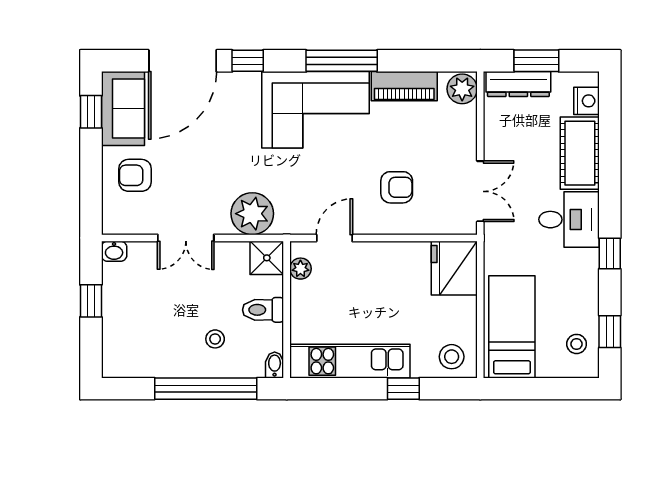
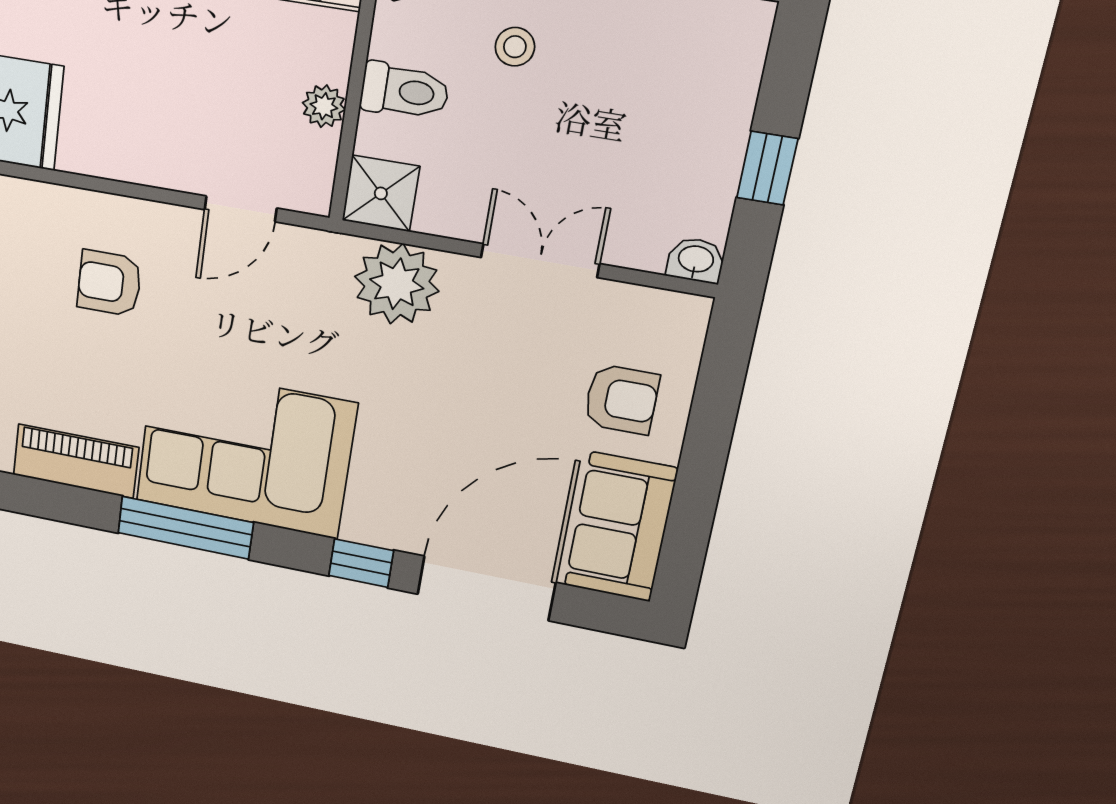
window: (91, 112) -> (687, 534), removed
plant: (300, 269) -> (324, 106), moved

